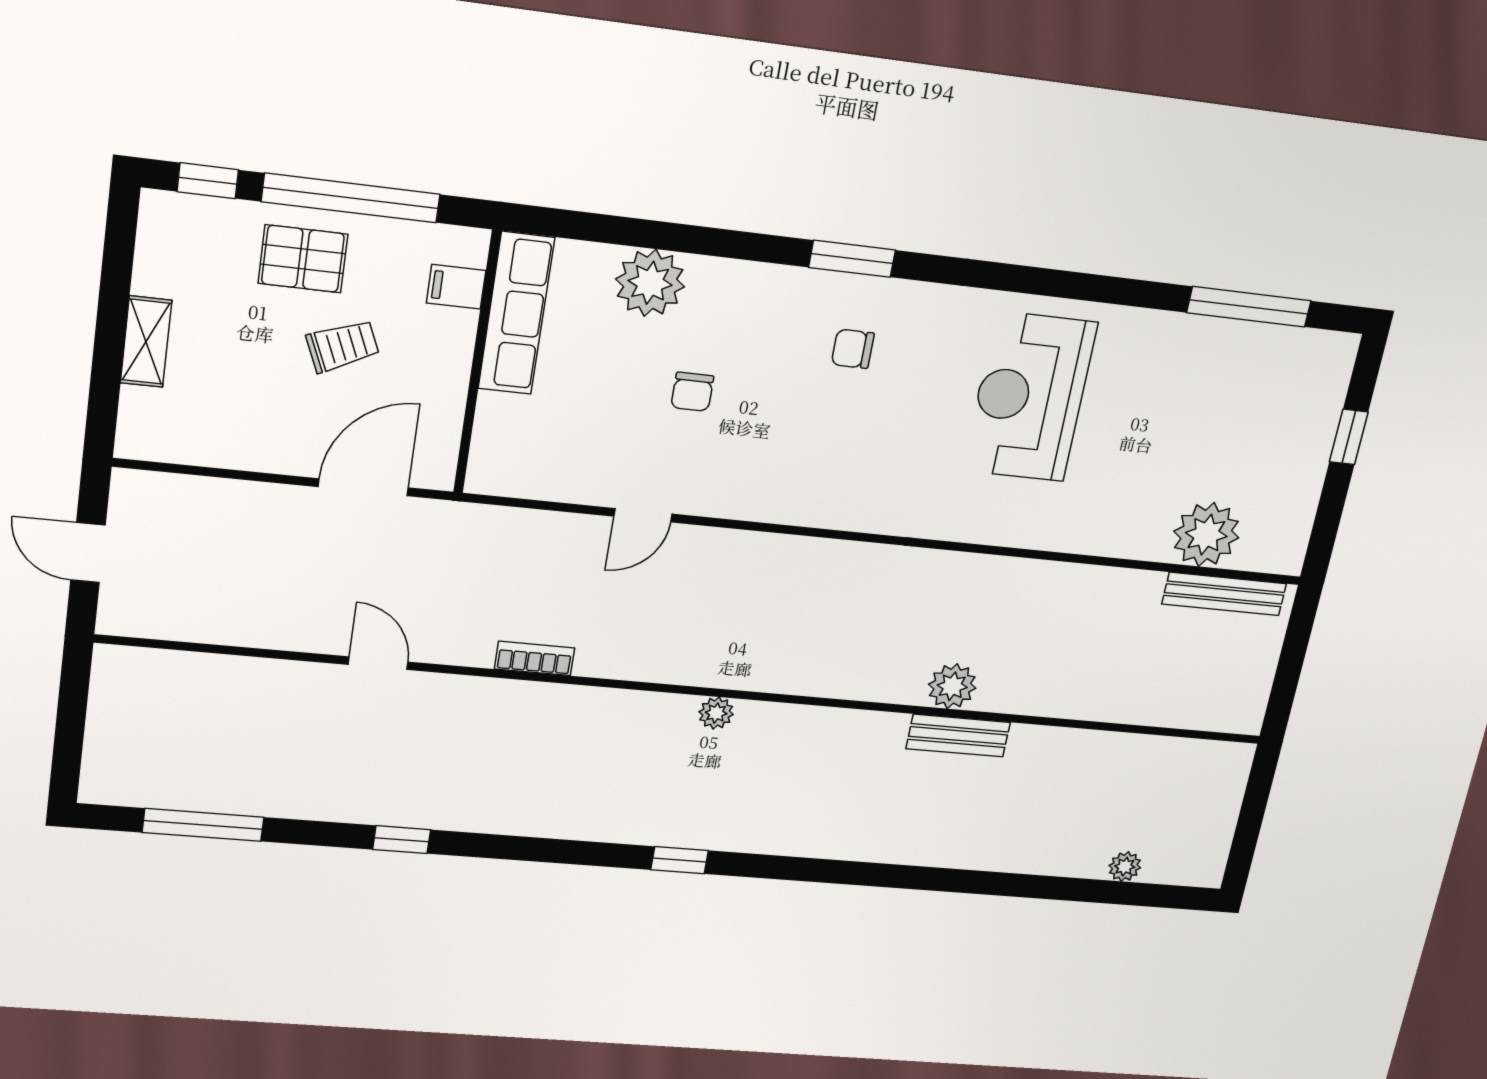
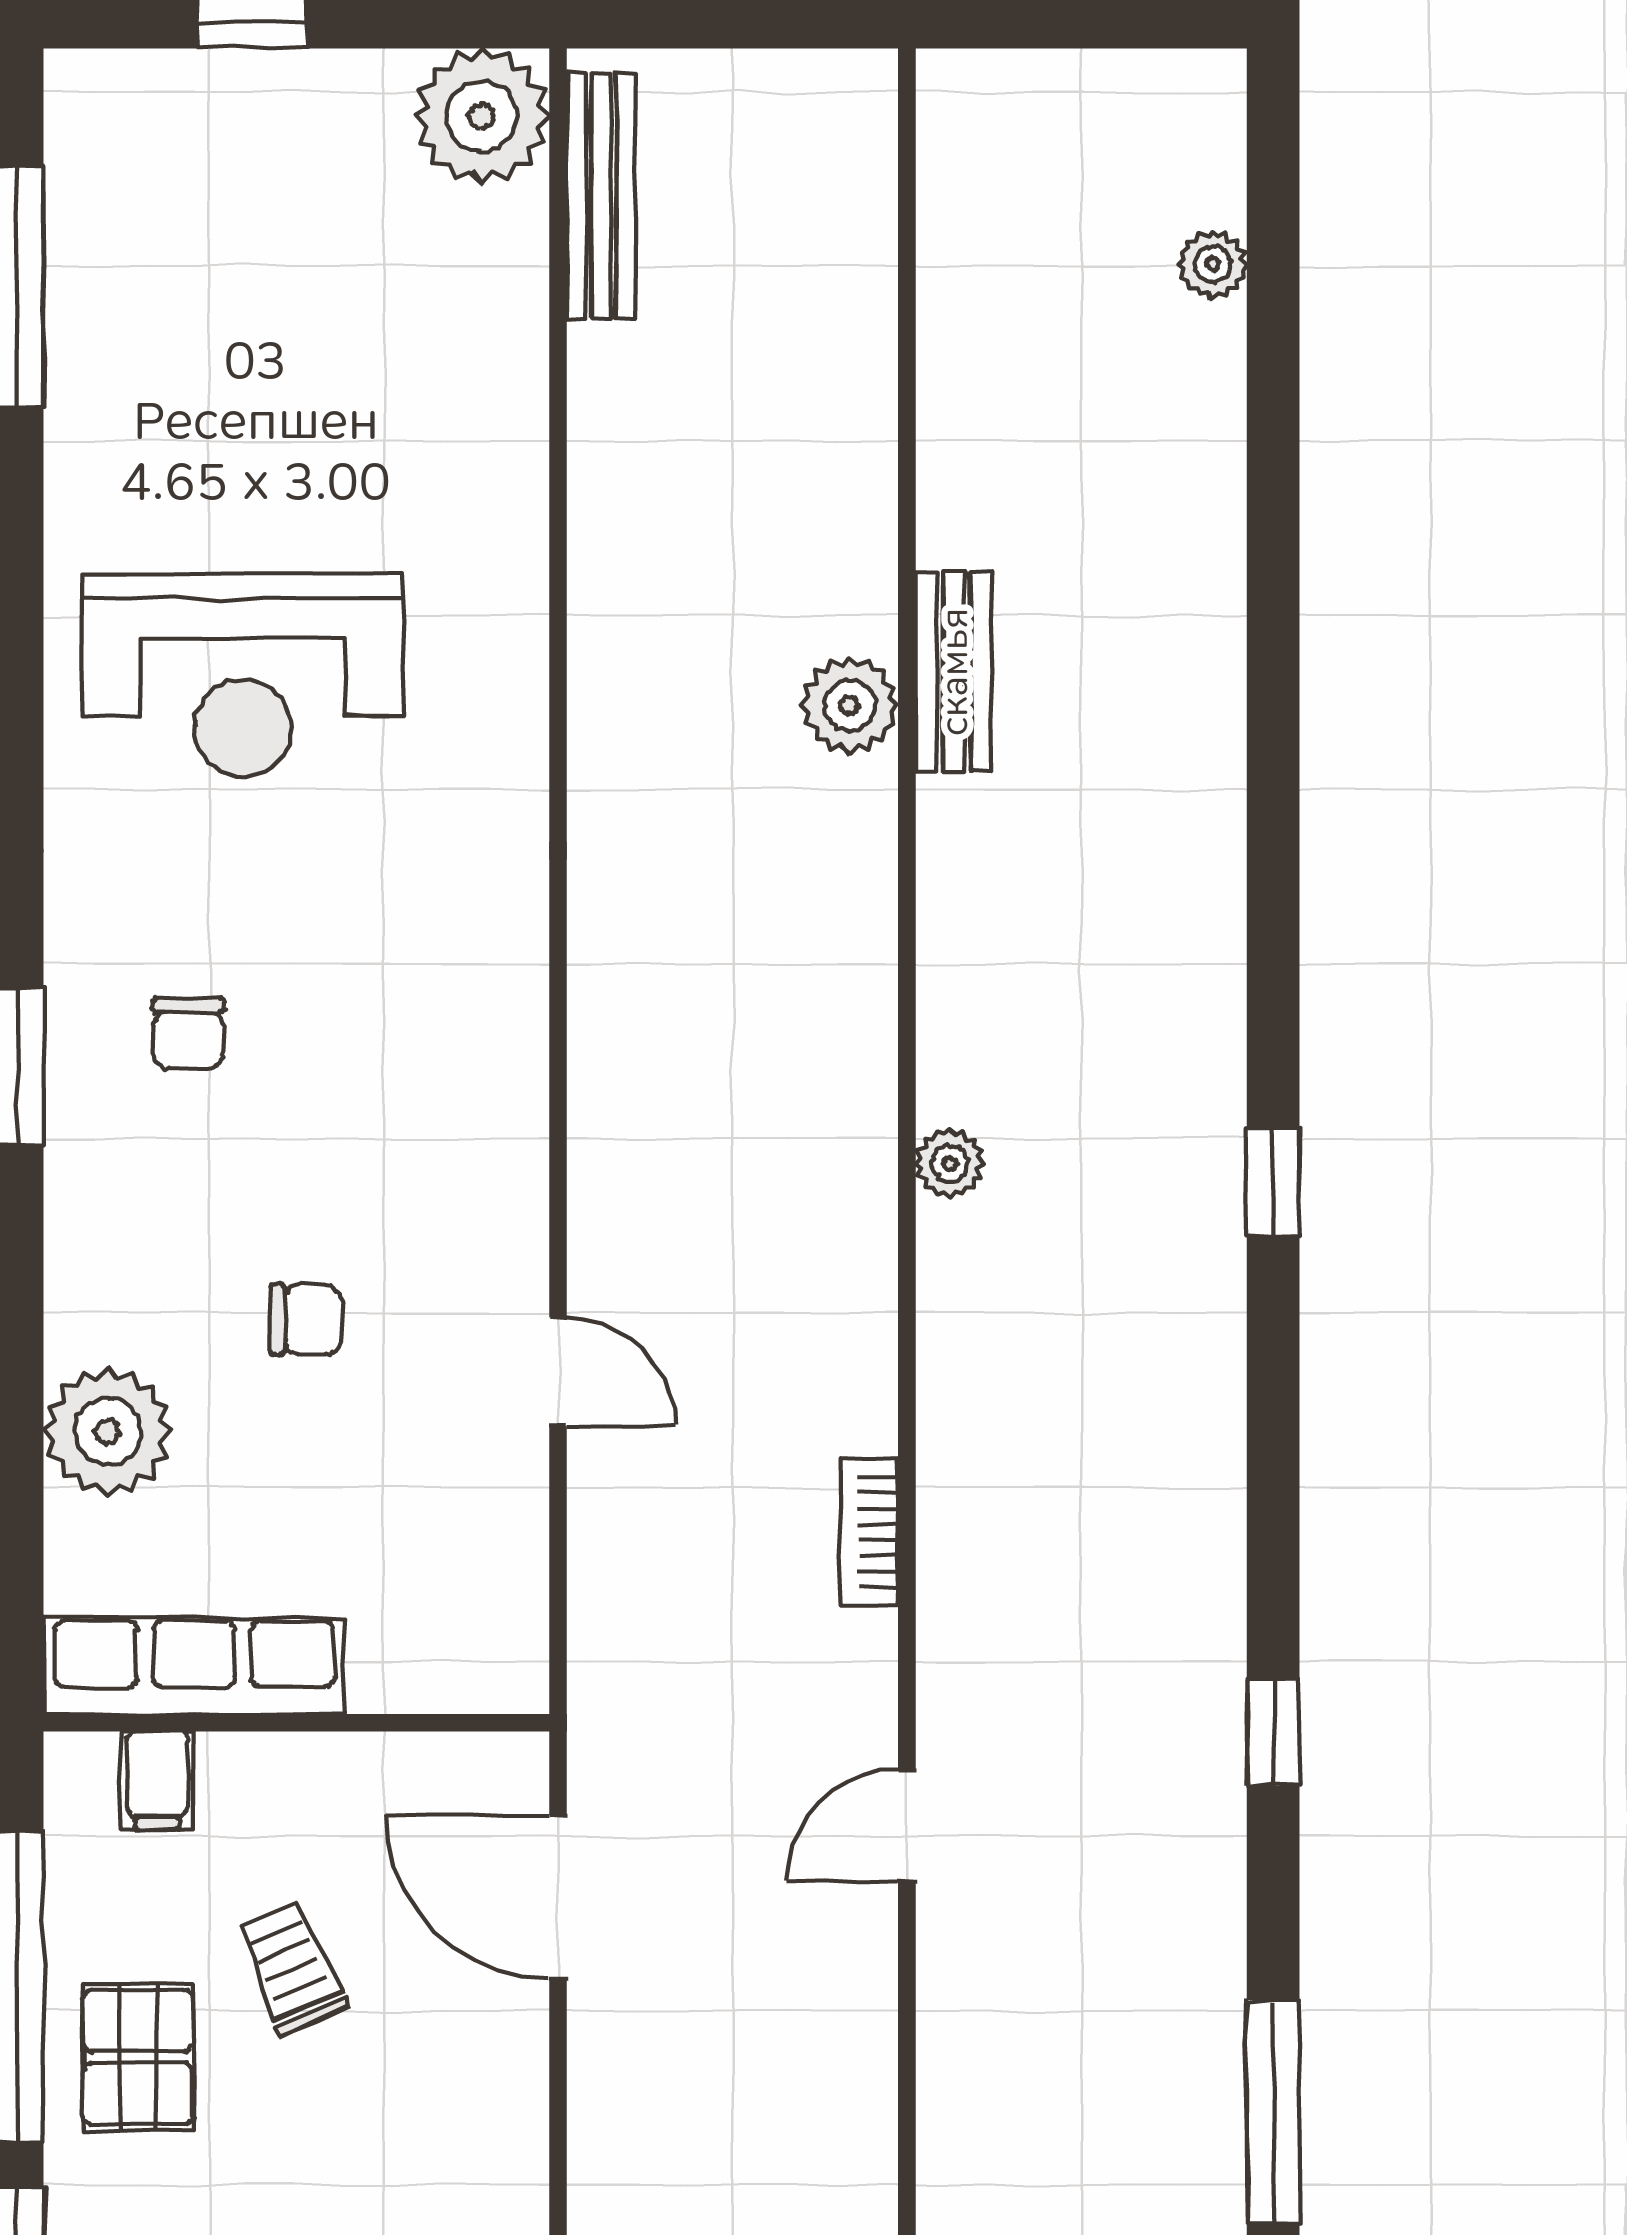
plant: (1206, 535) -> (482, 116), moved

